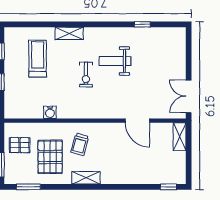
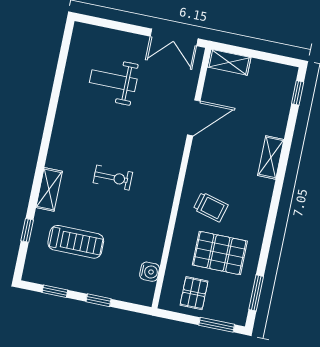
window: (142, 24) -> (27, 230), moved
treadmill: (38, 59) -> (76, 242), turned 180
weight bench: (115, 61) -> (113, 81), moved, turned 90
water cooler: (50, 112) -> (150, 272), moved
shelving: (86, 178) -> (271, 157), moved

